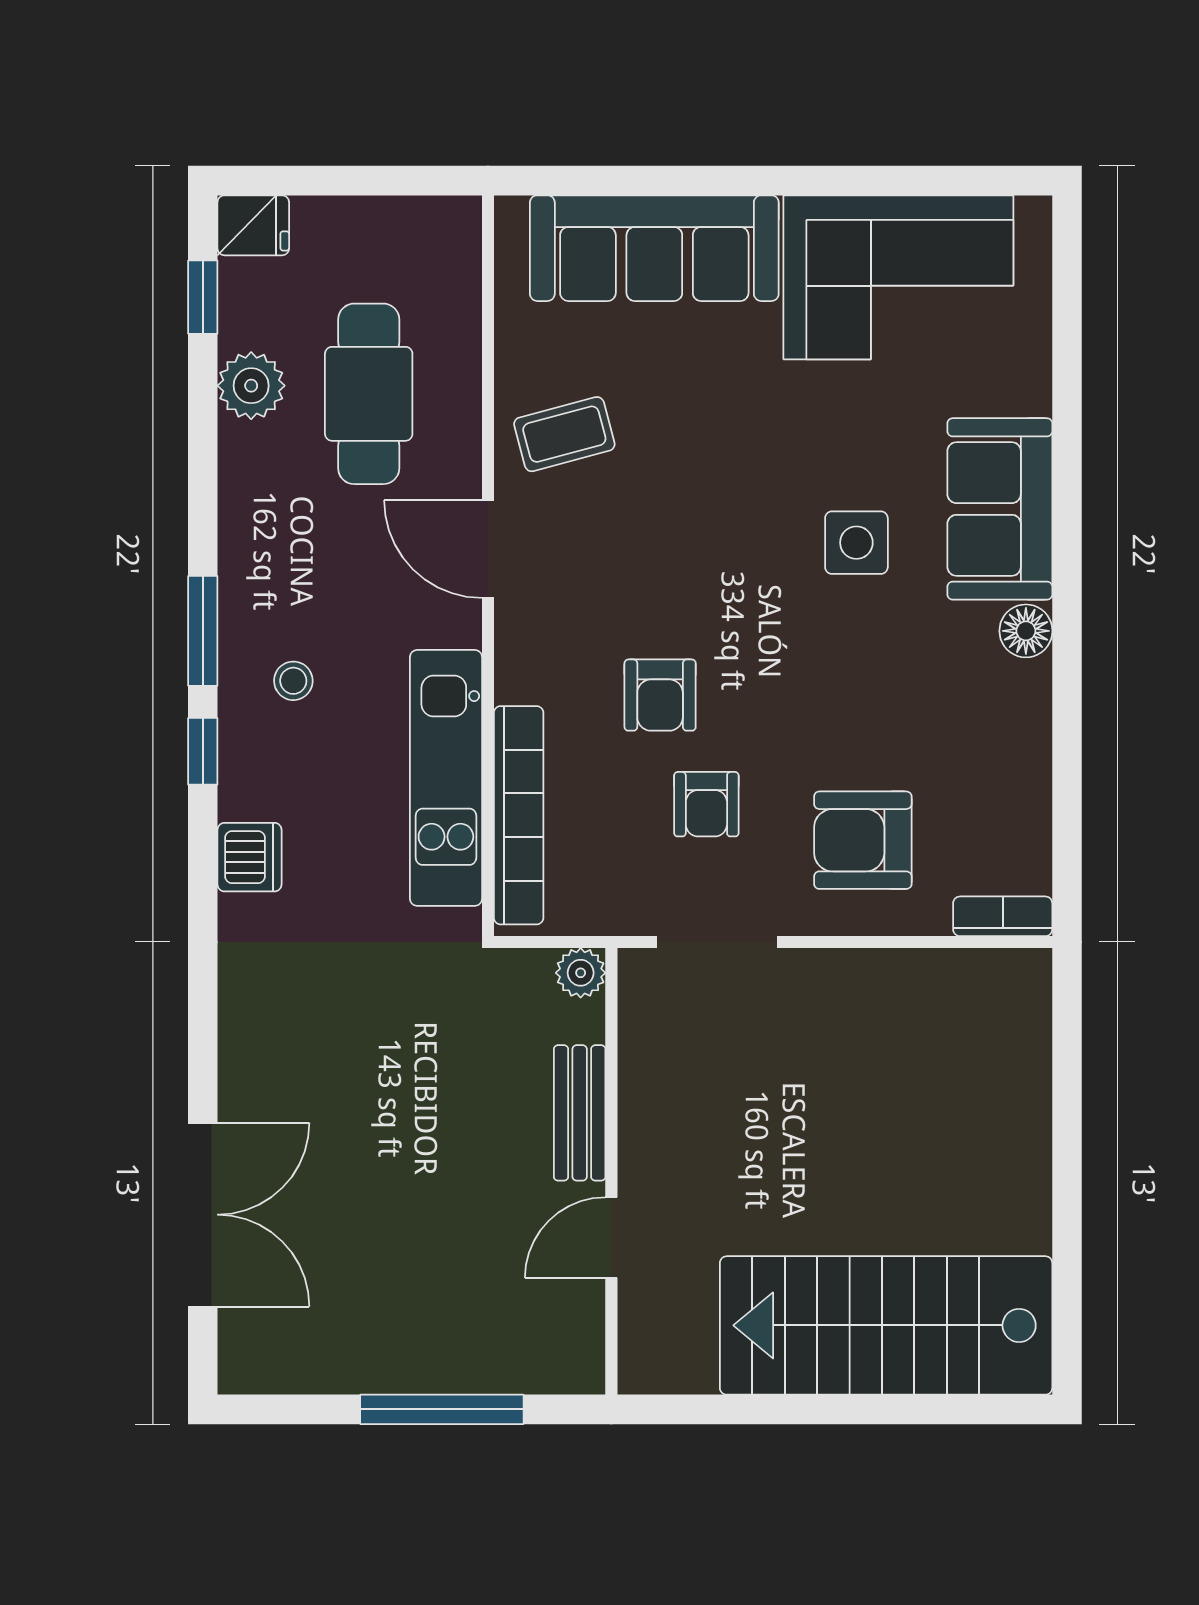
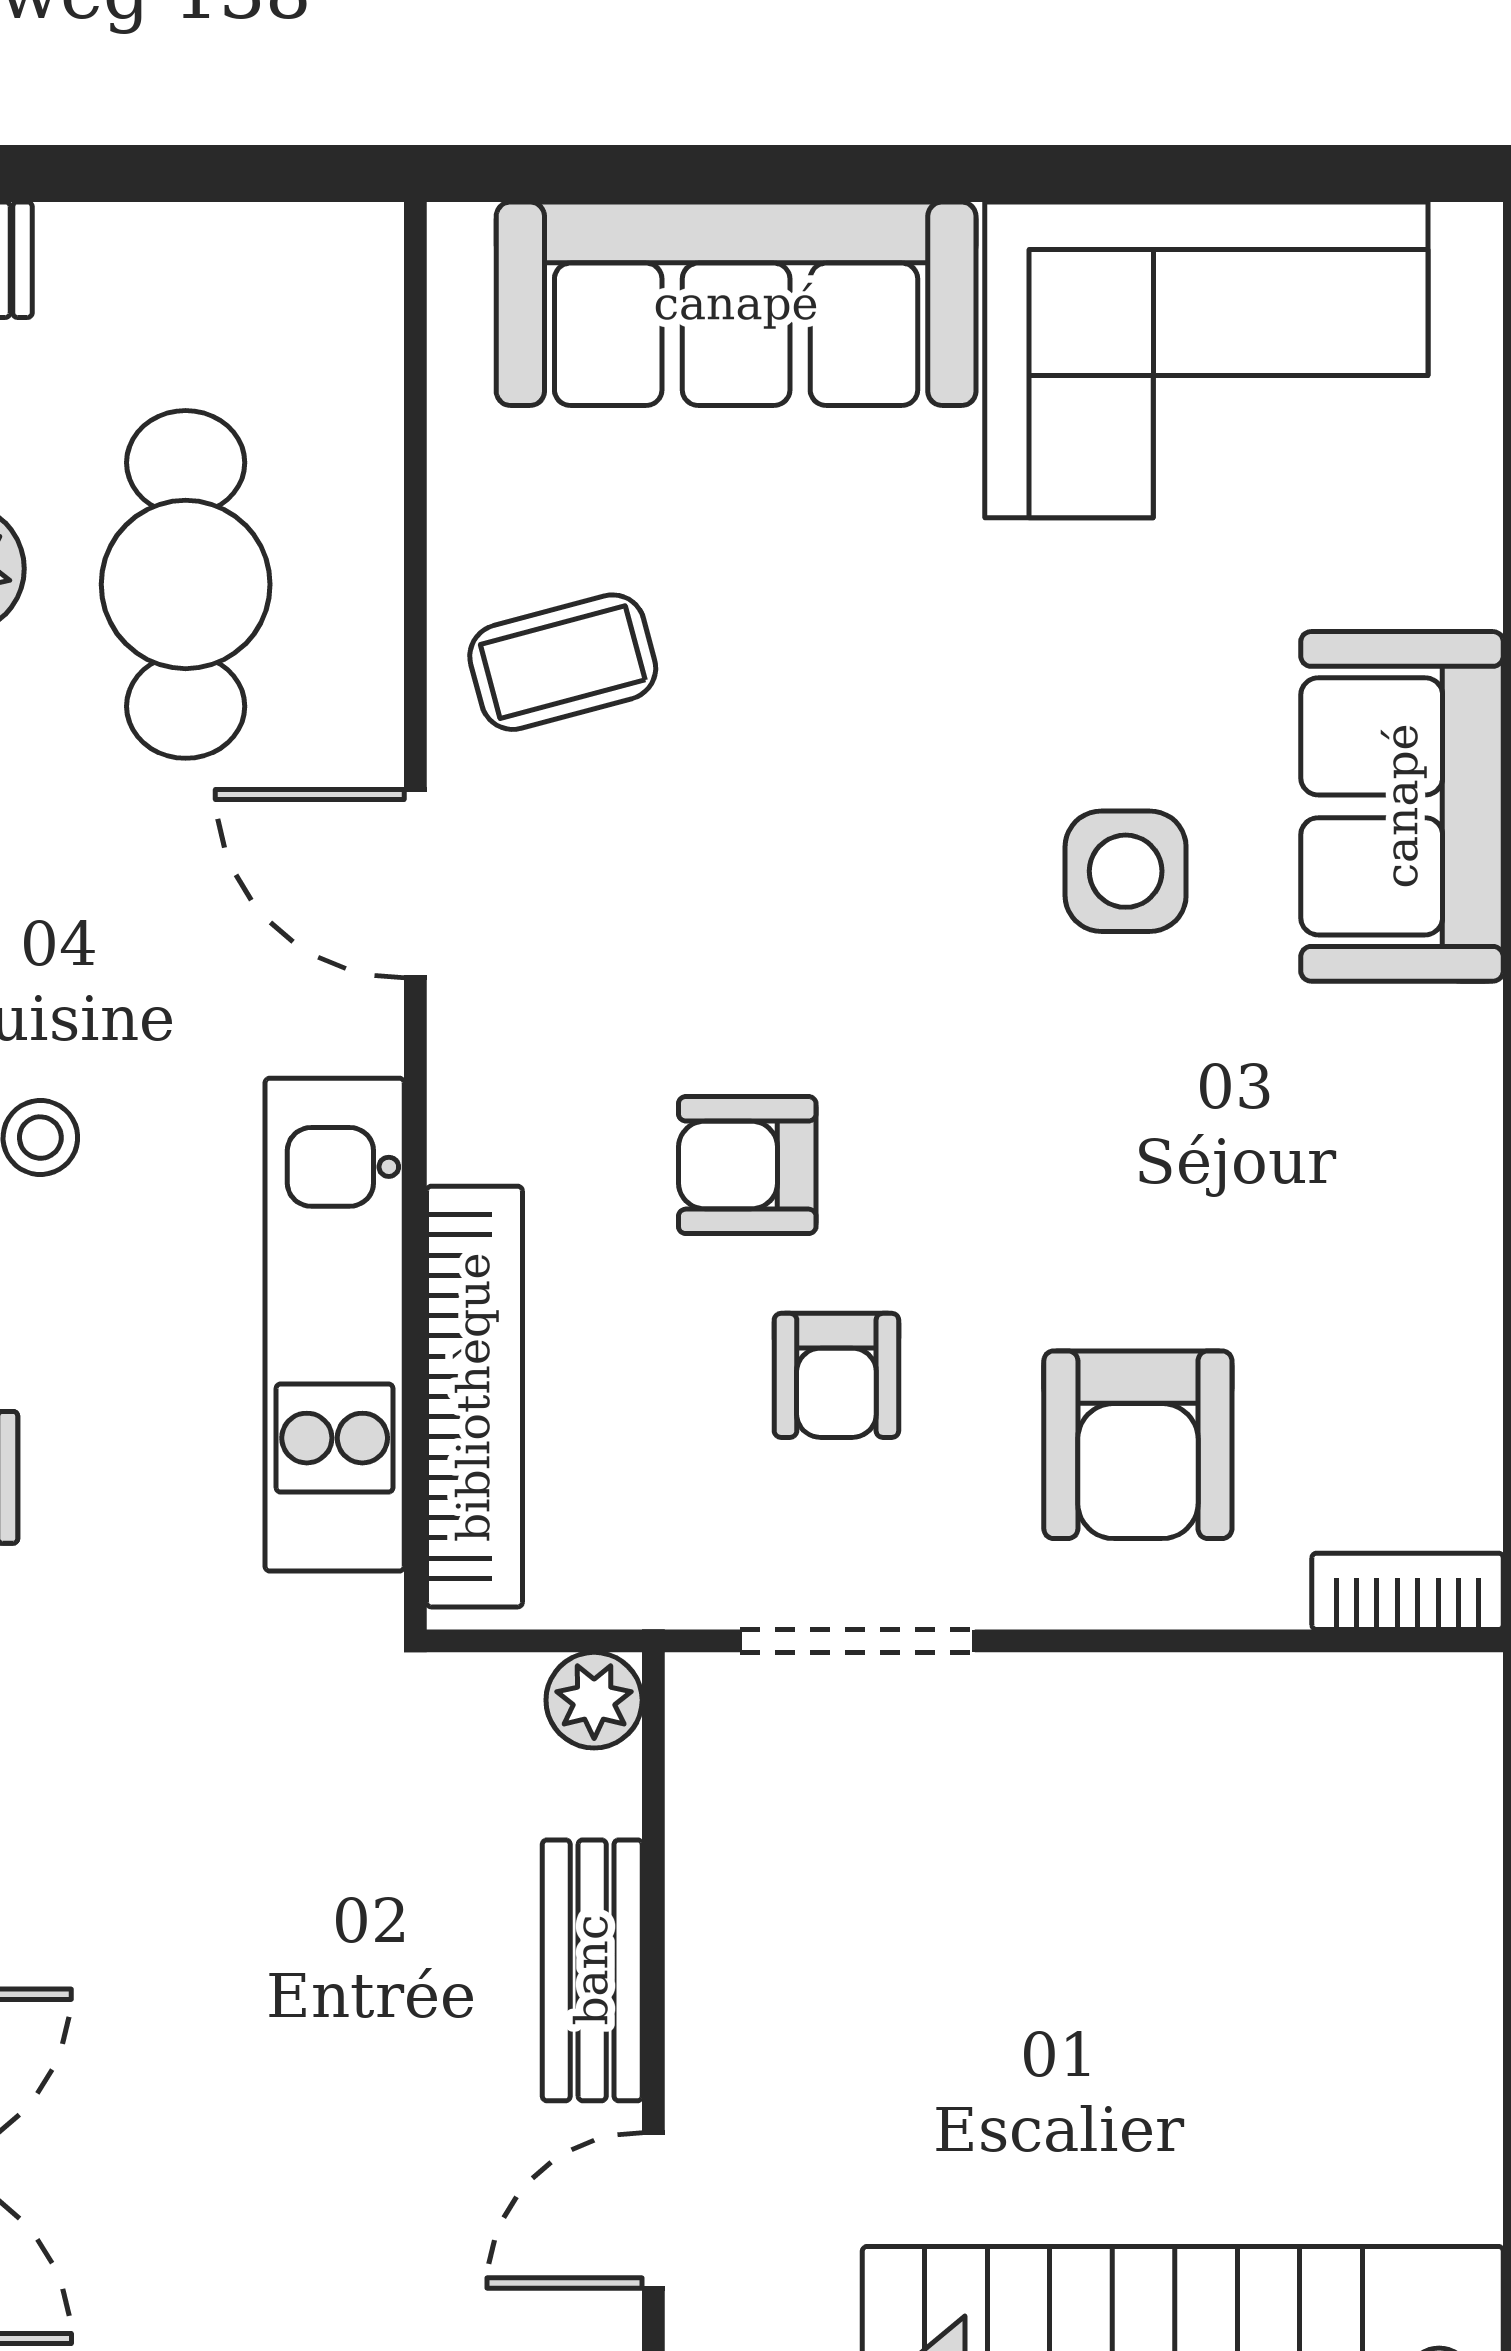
floor lamp: (1026, 631) -> (1452, 1041), removed
armchair: (660, 695) -> (747, 1165), turned 90
armchair: (863, 840) -> (1138, 1445), turned -90

